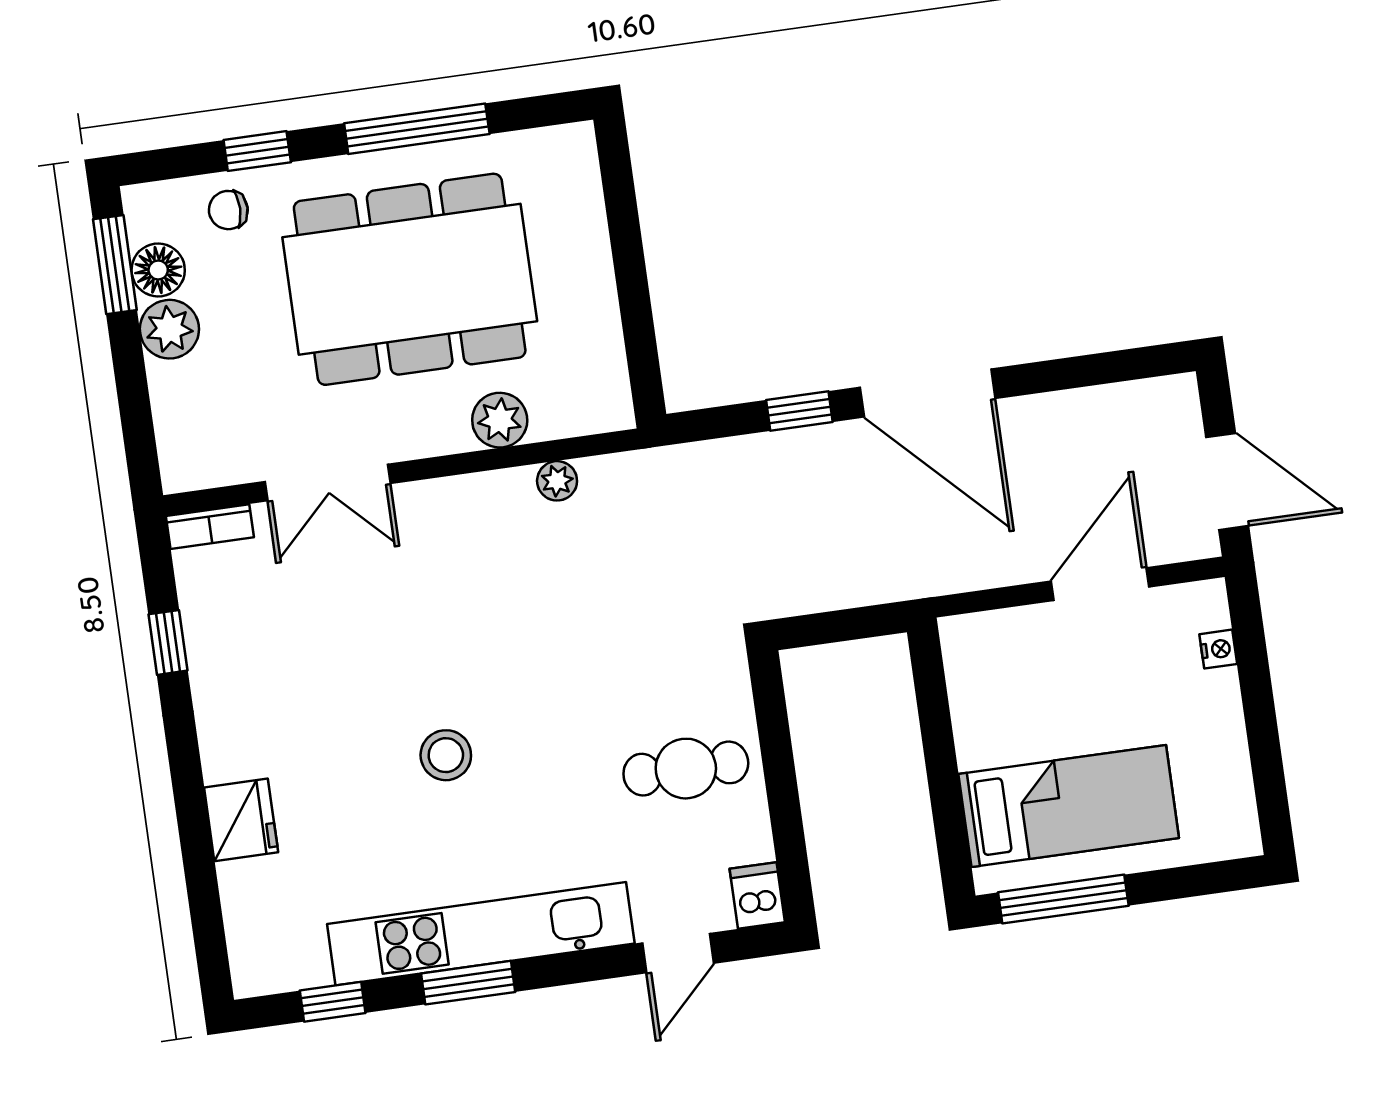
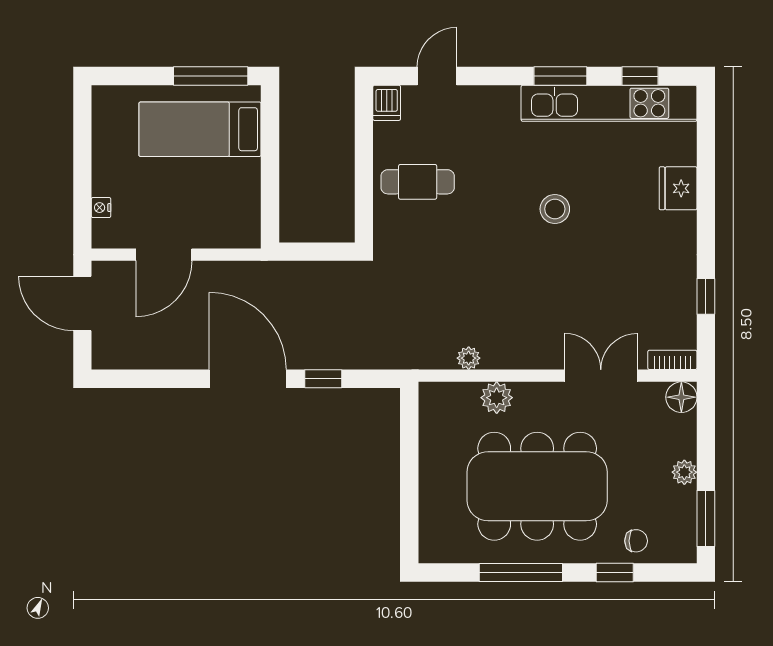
floor lamp: (158, 270) -> (681, 397), moved
plant: (169, 329) -> (684, 472), width x0.73, depth x0.73
kitchen unit: (481, 934) -> (609, 103), moved

